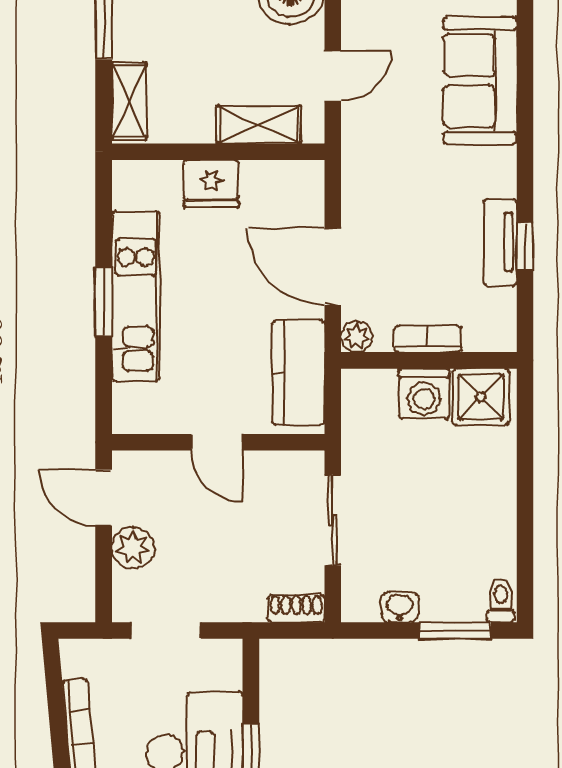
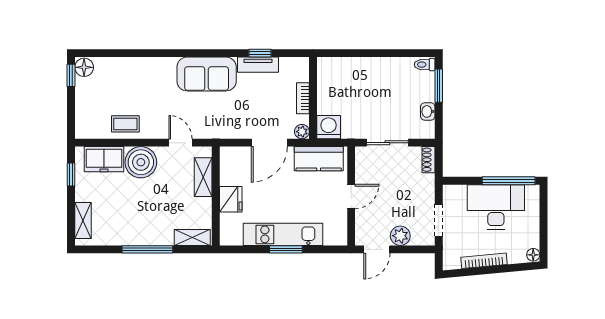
sofa: (480, 81) -> (207, 74), moved
washing machine: (424, 394) -> (329, 127), moved, turned -90
shower: (481, 397) -> (330, 74), removed

